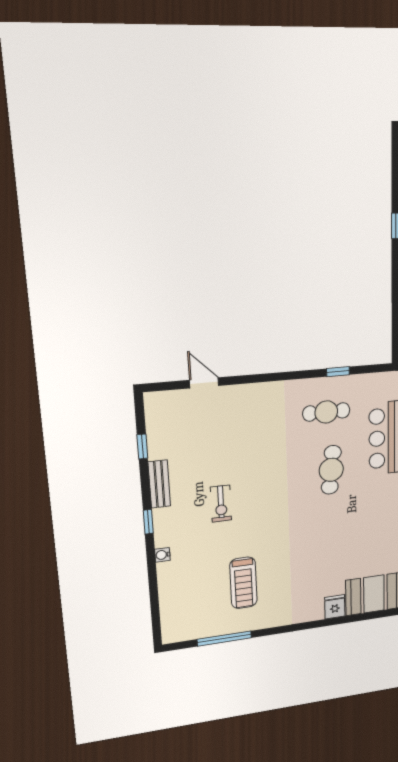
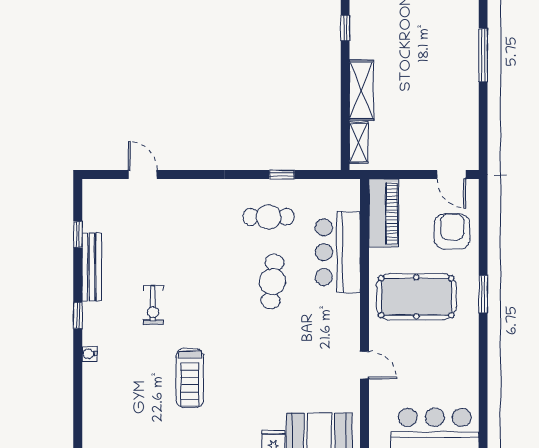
bench: (159, 484) -> (92, 267), width x1.36
treadmill: (243, 583) -> (190, 378), moved

